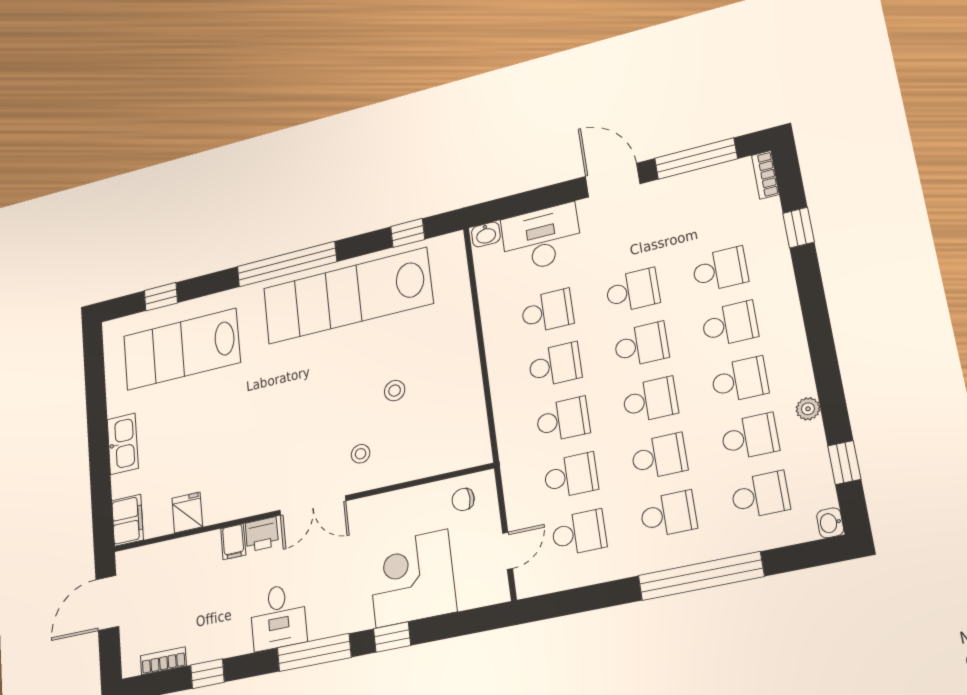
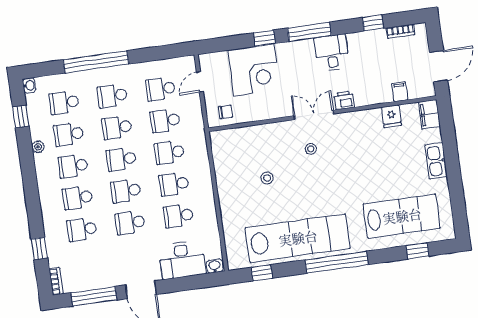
stool: (361, 454) -> (311, 149), moved
filing cabinet: (233, 542) -> (400, 92), moved

